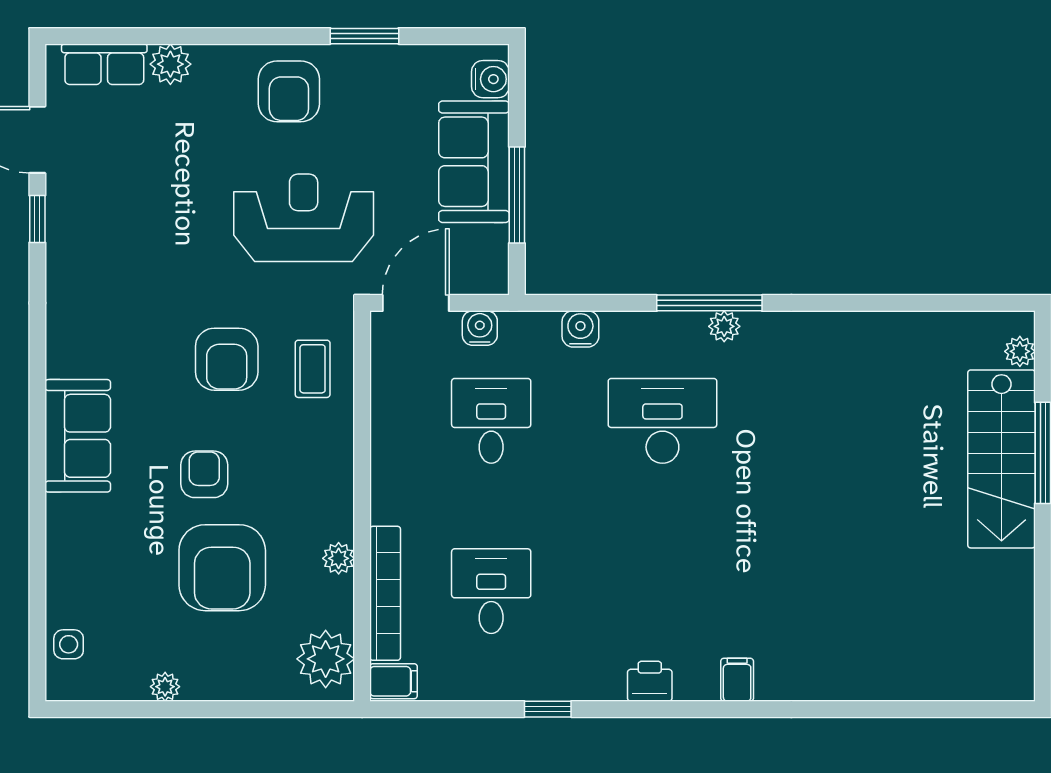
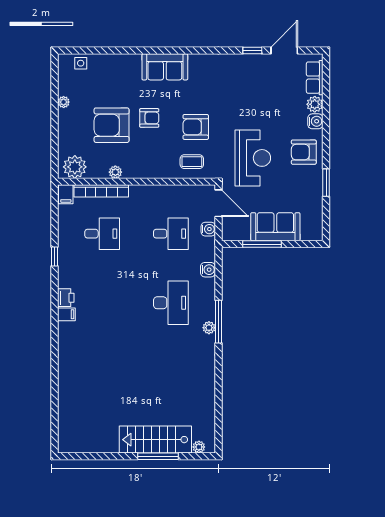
water cooler: (490, 79) -> (315, 121), moved, turned -90
filing cabinet: (737, 680) -> (66, 314), moved

